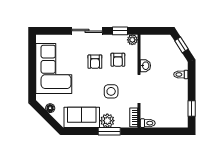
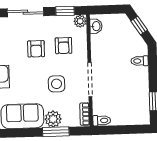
washbasin: (145, 66) -> (96, 26), moved

